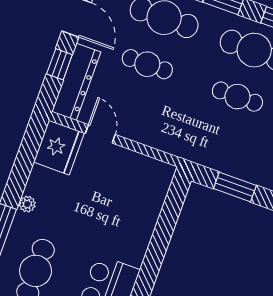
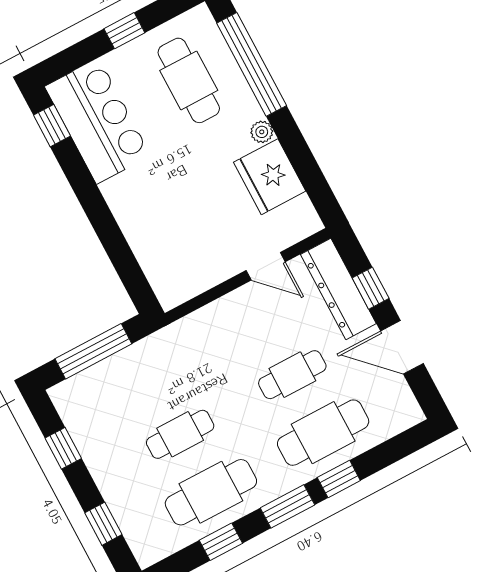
fridge: (59, 148) -> (270, 177), moved
window: (235, 187) -> (93, 351), width x1.44

